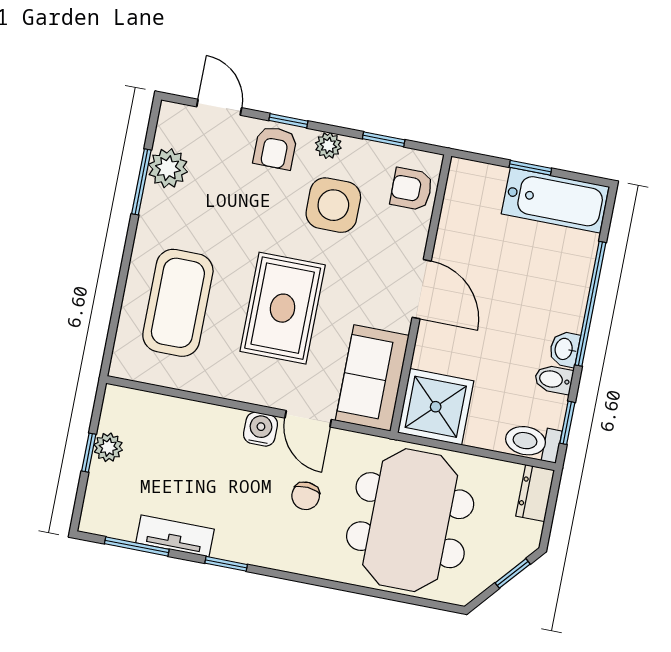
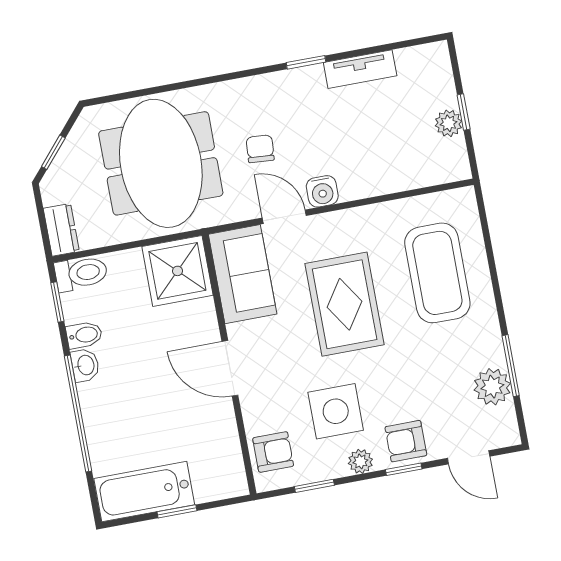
armchair: (275, 148) -> (406, 441), turned -90
window: (137, 547) -> (390, 47), removed

